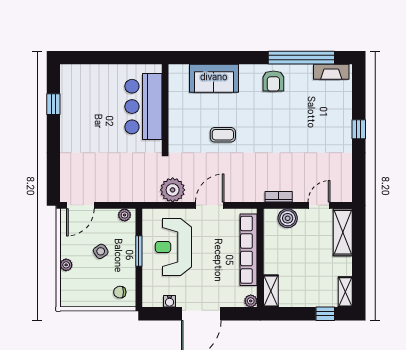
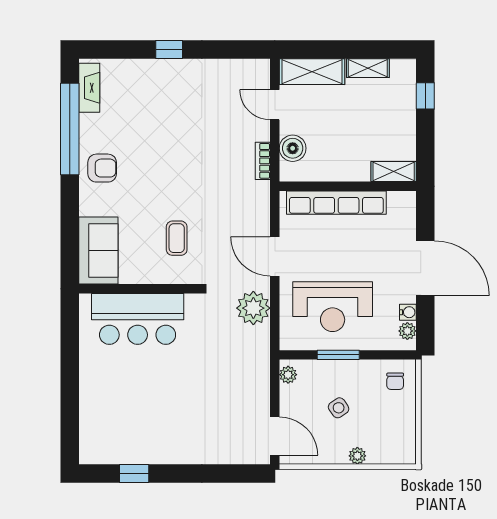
bar counter: (143, 107) -> (138, 319), moved
wall: (165, 107) -> (138, 289), moved
shelving: (345, 292) -> (368, 68), moved
plant: (251, 301) -> (407, 331), moved

